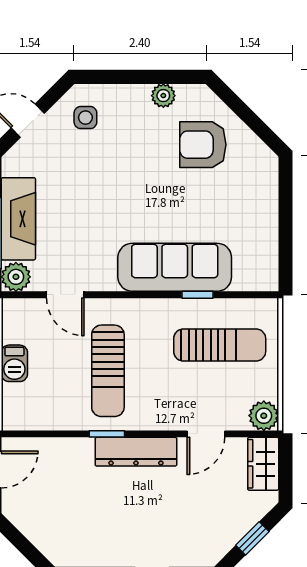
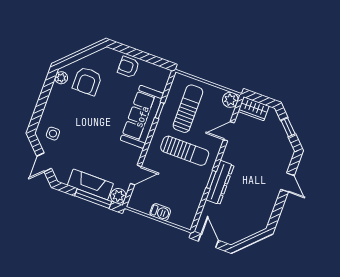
plant: (163, 96) -> (61, 78), moved
armchair: (256, 210) -> (128, 67), added
sun lounger: (108, 371) -> (185, 151), moved
door: (206, 434) -> (229, 131), swing flipped
dresser: (136, 452) -> (220, 182), moved

